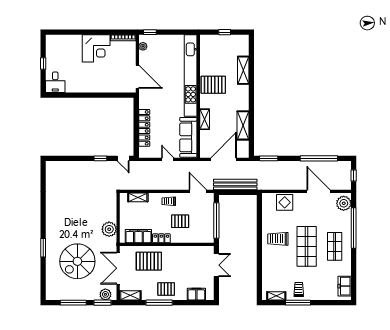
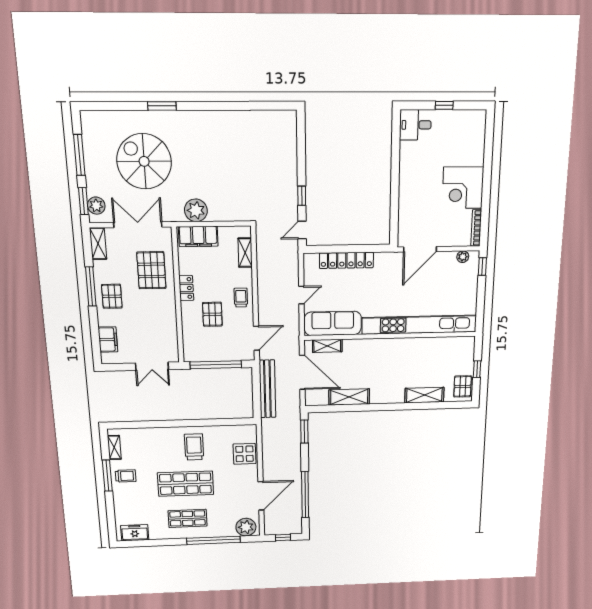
pallet: (213, 85) -> (463, 386), moved, width x0.67, depth x0.71
shelving: (205, 119) -> (327, 346), moved
filing cabinet: (138, 236) -> (198, 236), moved, turned 90

